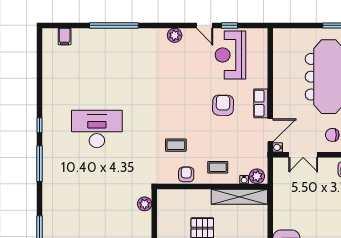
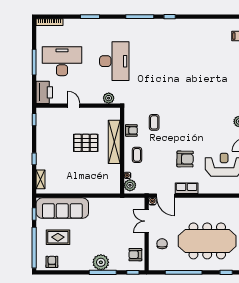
desk: (97, 129) -> (114, 61), moved
shelving: (239, 197) -> (114, 142), moved

